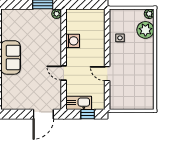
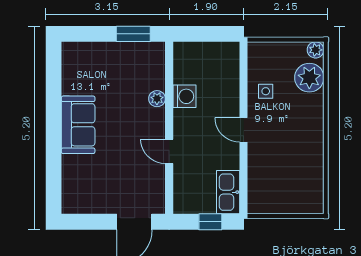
plant: (57, 14) -> (157, 99), moved
door: (107, 74) -> (244, 130), moved
kitchen sink: (79, 103) -> (228, 192), moved, turned -90

